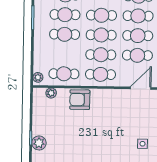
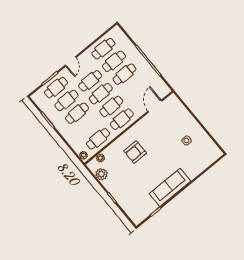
cafe table: (137, 55) -> (135, 87), removed
armchair: (80, 100) -> (135, 152), moved
plant: (39, 143) -> (101, 174), moved

